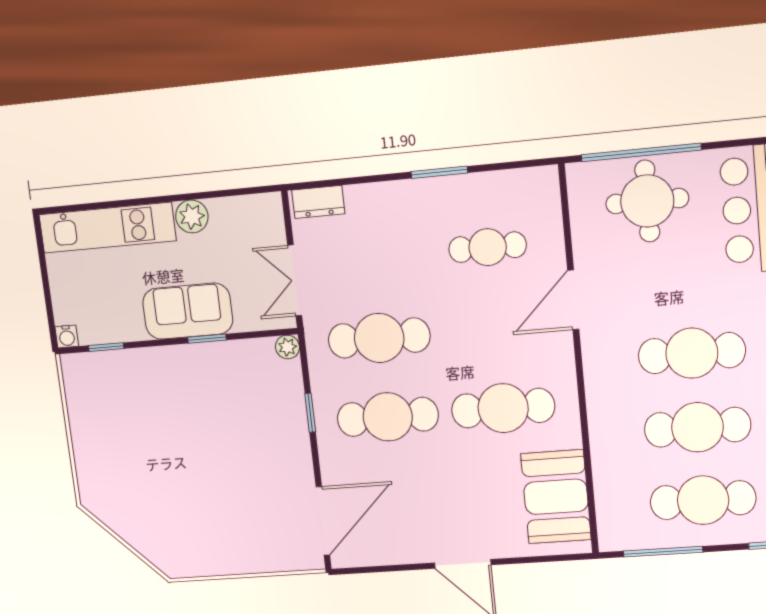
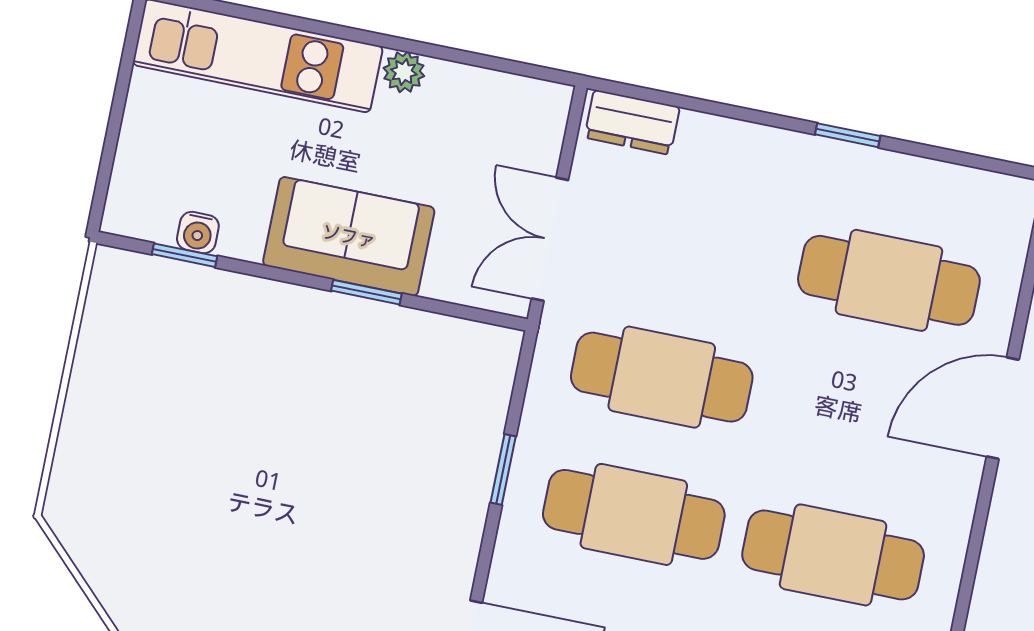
window: (439, 172) -> (848, 135), width x0.67
plant: (192, 216) -> (404, 72), width x0.73, depth x0.73
cafe table: (488, 247) -> (889, 280), width x1.37, depth x1.35
water cooler: (67, 336) -> (198, 232), moved
plant: (287, 347) -> (501, 347), removed

